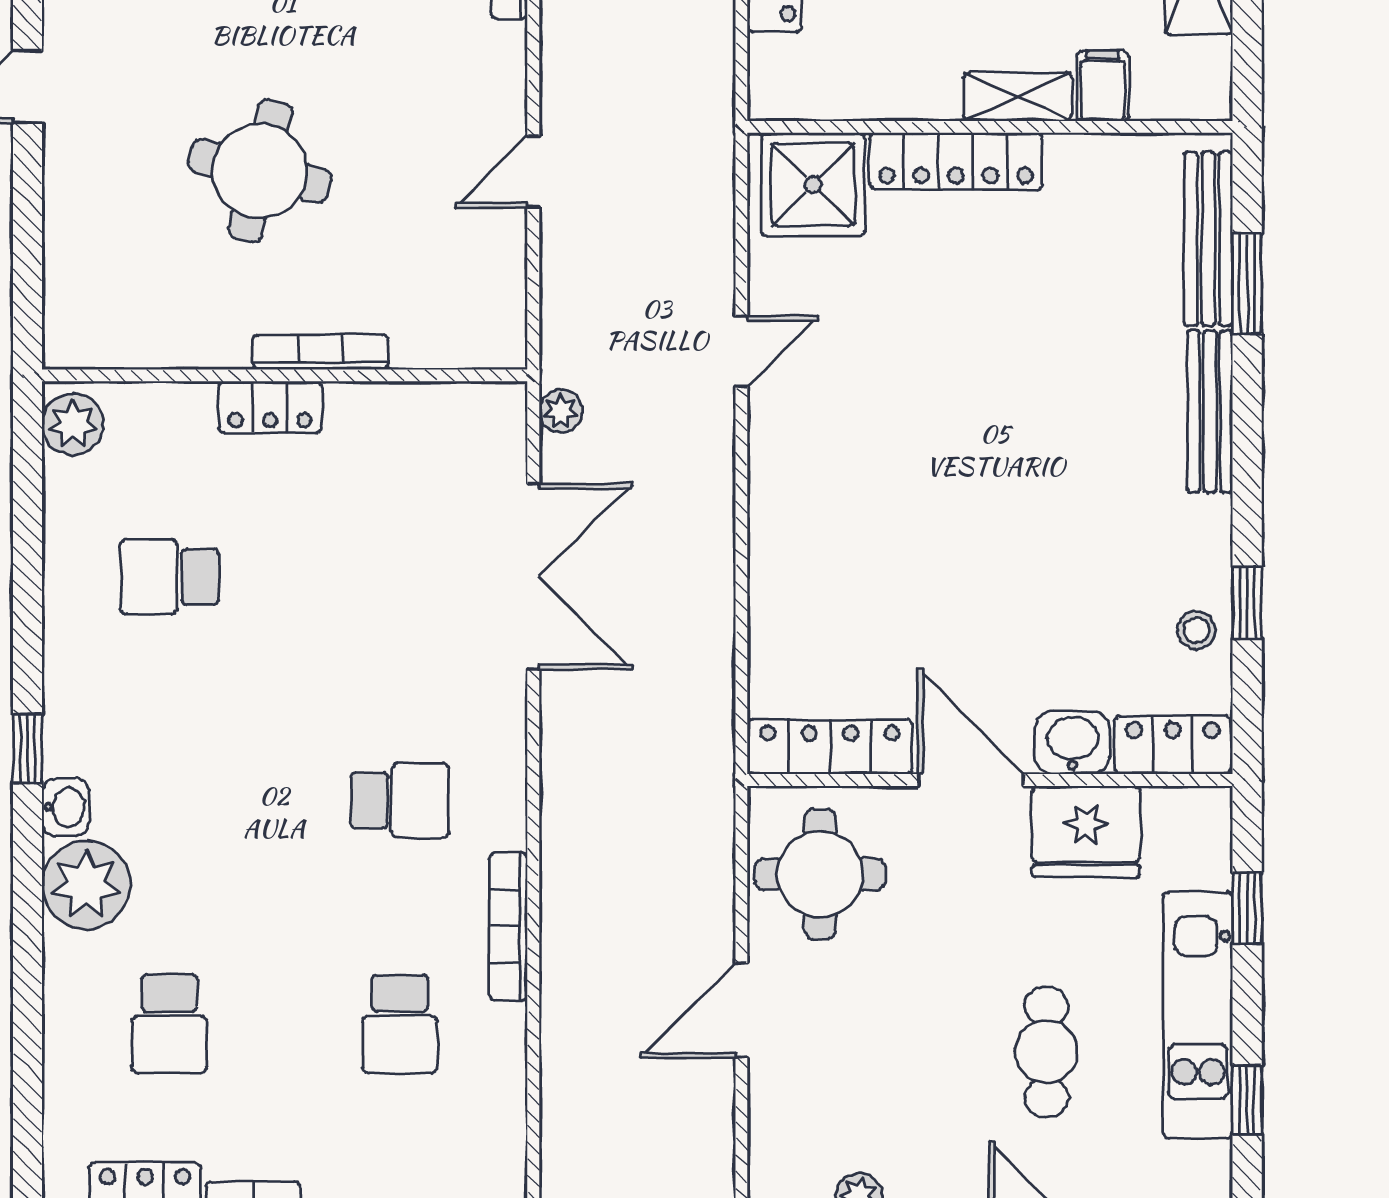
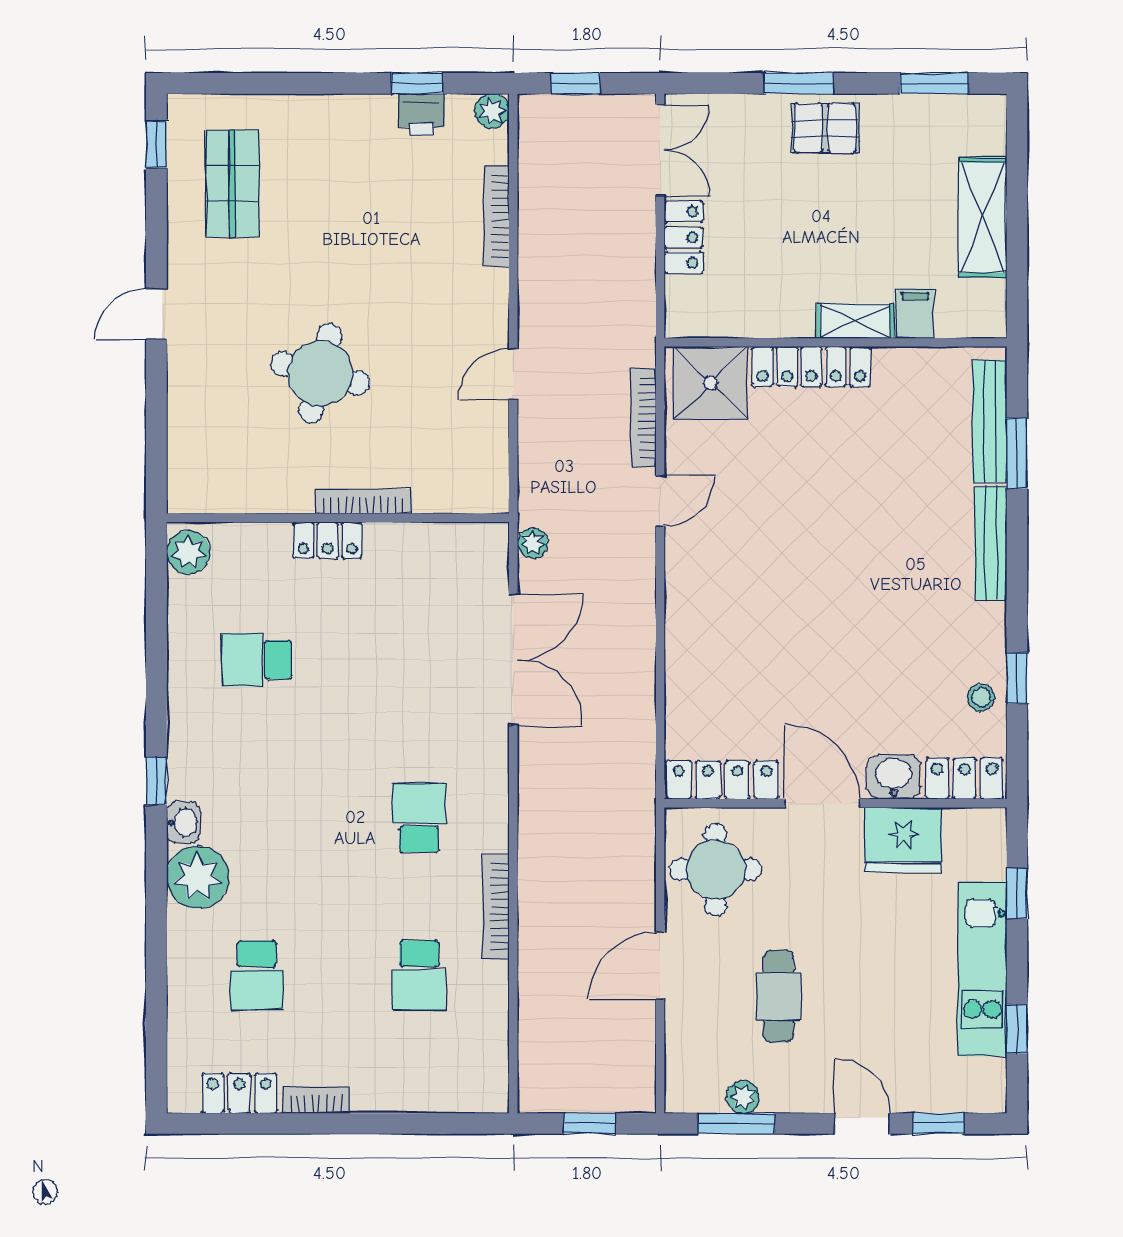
bookcase: (718, 233) -> (643, 417), added
school desk: (400, 800) -> (419, 818), turned -90
cafe table: (1046, 1052) -> (778, 996), moved

